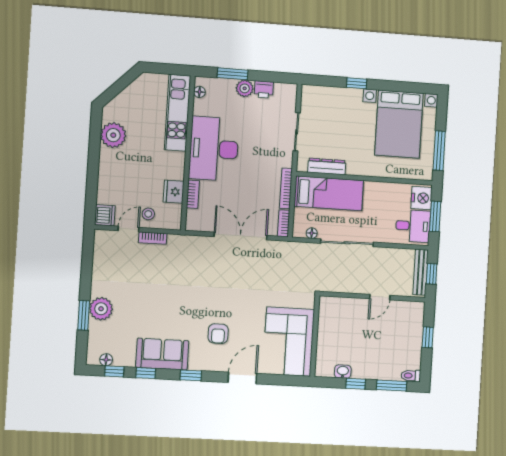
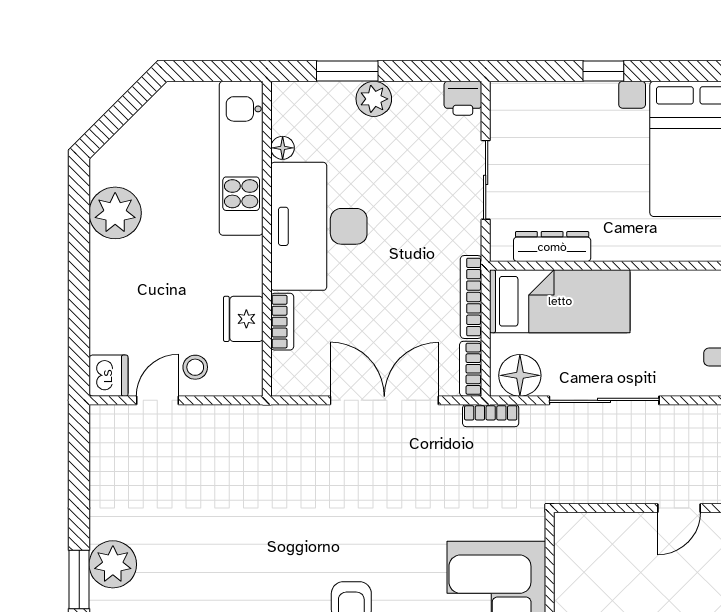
printer: (264, 90) -> (463, 98), moved
floor lamp: (199, 92) -> (283, 148), moved
floor lamp: (312, 233) -> (520, 375), width x1.89, depth x1.89
bookcase: (153, 238) -> (491, 416), moved

